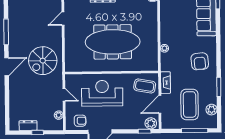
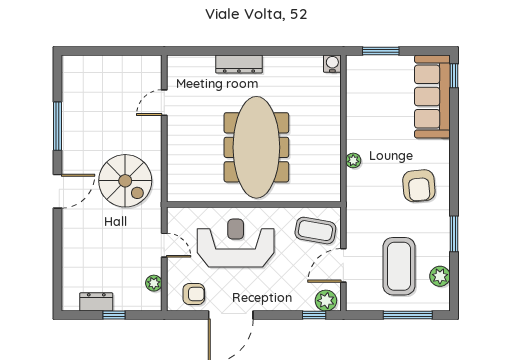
meeting table: (113, 42) -> (256, 147), turned 90
spiral stairs: (43, 61) -> (125, 181), turned -90
fireplace: (166, 83) -> (354, 225), removed

